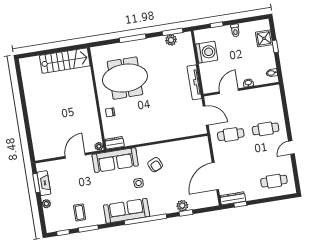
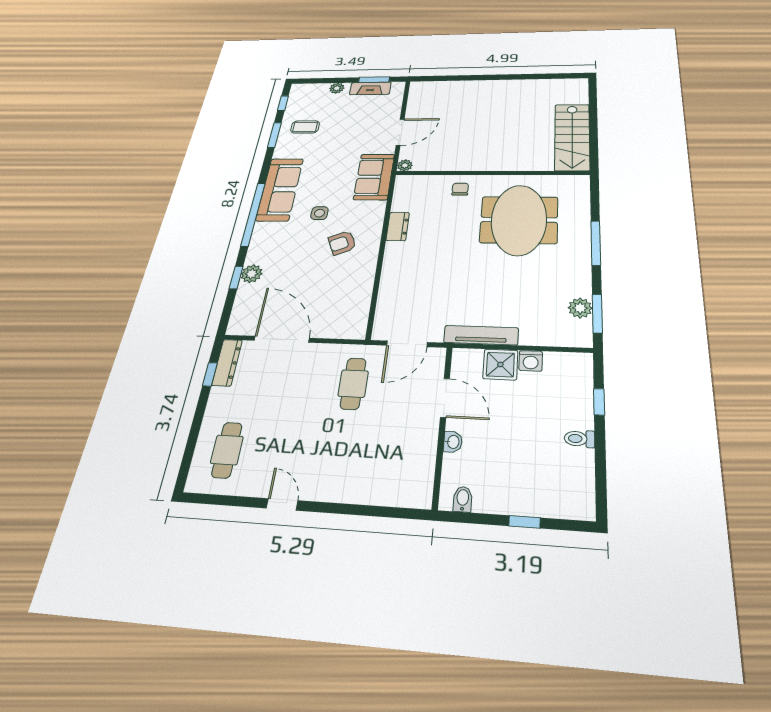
shower: (264, 38) -> (500, 365), moved
washing machine: (207, 52) -> (531, 361), width x0.53, depth x0.53
cafe table: (266, 129) -> (341, 457), removed
dresser: (114, 143) -> (398, 227), moved
door: (75, 156) -> (400, 132), hinge flipped
sofa: (115, 160) -> (374, 177), width x0.73

